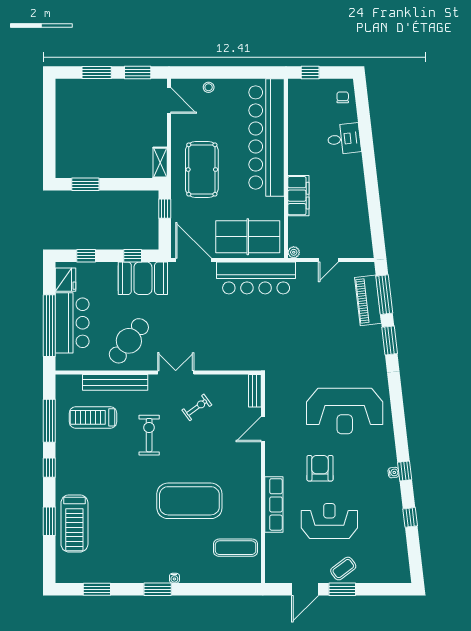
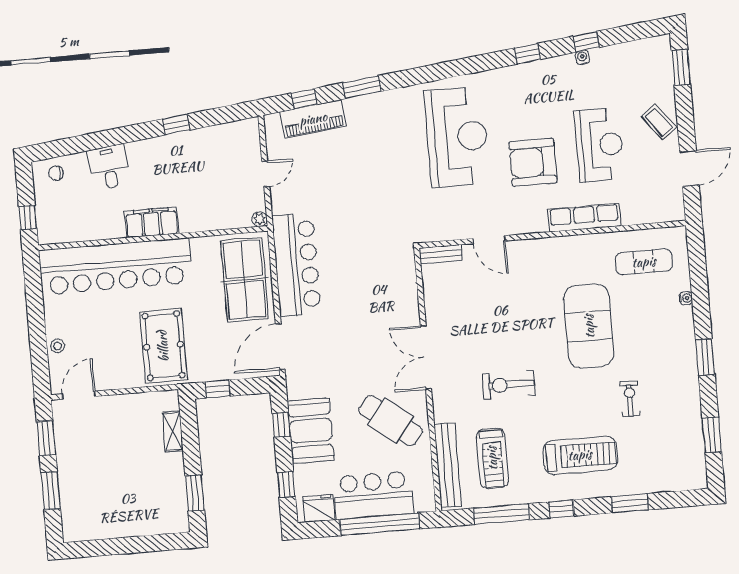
shelving: (160, 163) -> (173, 431), moved, turned 90
pool table: (202, 170) -> (163, 346), turned 90
window: (373, 194) -> (176, 125), added
filing cabinet: (298, 196) -> (152, 222), moved
door: (328, 260) -> (266, 174), hinge flipped
booth: (143, 278) -> (311, 431), moved
window: (384, 295) -> (304, 99), width x0.46
double door: (176, 372) -> (426, 357), width x1.37
bench: (115, 382) -> (448, 465), moved
exercise bike: (197, 407) -> (630, 399), moved, turned 36
armchair: (320, 468) -> (533, 162), width x1.36, depth x1.36
water cooler: (393, 473) -> (582, 57), moved
reception desk: (329, 521) -> (599, 145), turned 180
treadmill: (74, 523) -> (580, 455), moved
exercise mat: (236, 548) -> (644, 262), turned 90
water cooler: (174, 578) -> (686, 298), moved
door: (305, 589) -> (689, 168), hinge flipped
window: (342, 589) -> (681, 67), moved

